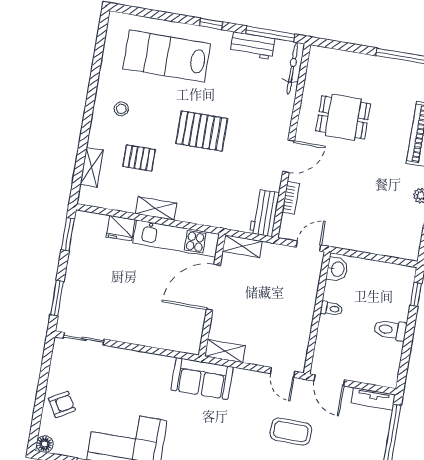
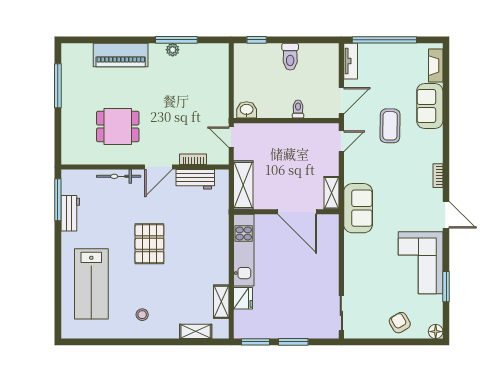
window: (211, 24) -> (58, 251), removed
bicycle: (292, 69) -> (119, 176), moved
dining table: (343, 117) -> (118, 127), turned 90
door: (289, 156) -> (158, 167), swing flipped
pallet: (139, 158) -> (181, 293), removed
shelving: (156, 208) -> (221, 302), moved
workbench: (264, 213) -> (195, 179), moved
shelving: (242, 246) -> (243, 185), width x1.50, depth x1.33
door: (213, 287) -> (297, 212), moved
window: (57, 298) -> (293, 342), moved
toilet: (331, 309) -> (298, 109), moved

